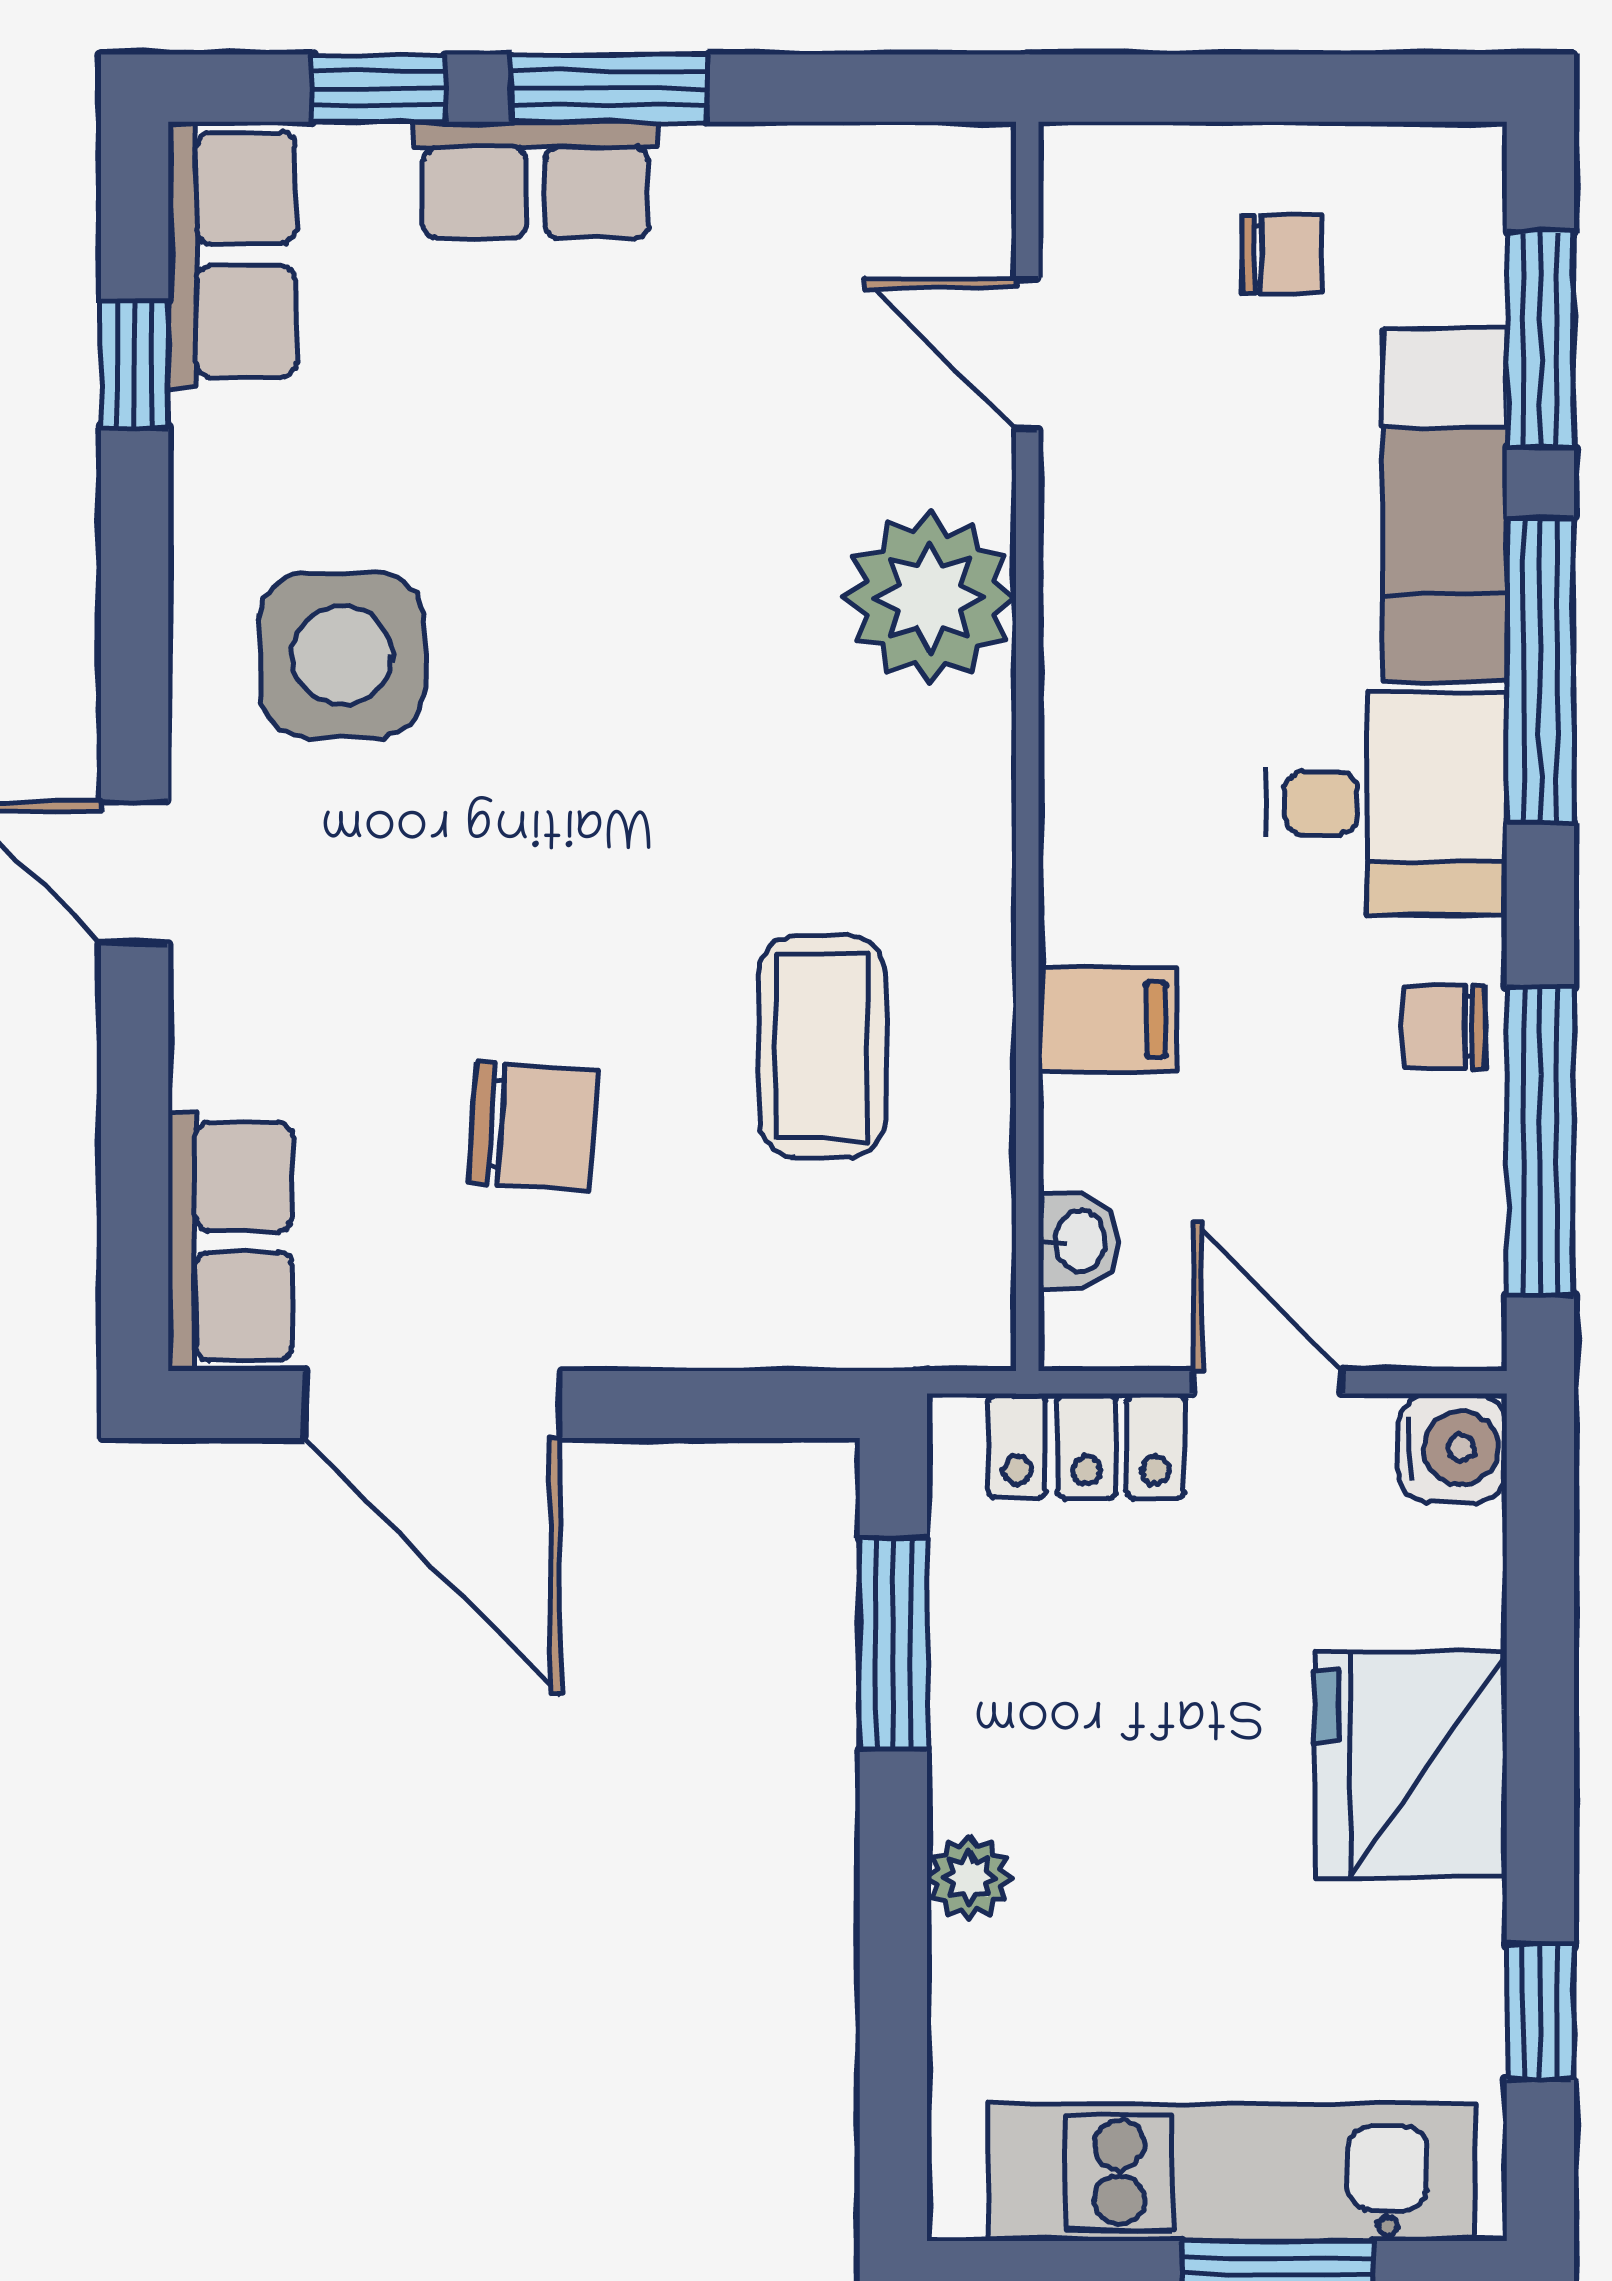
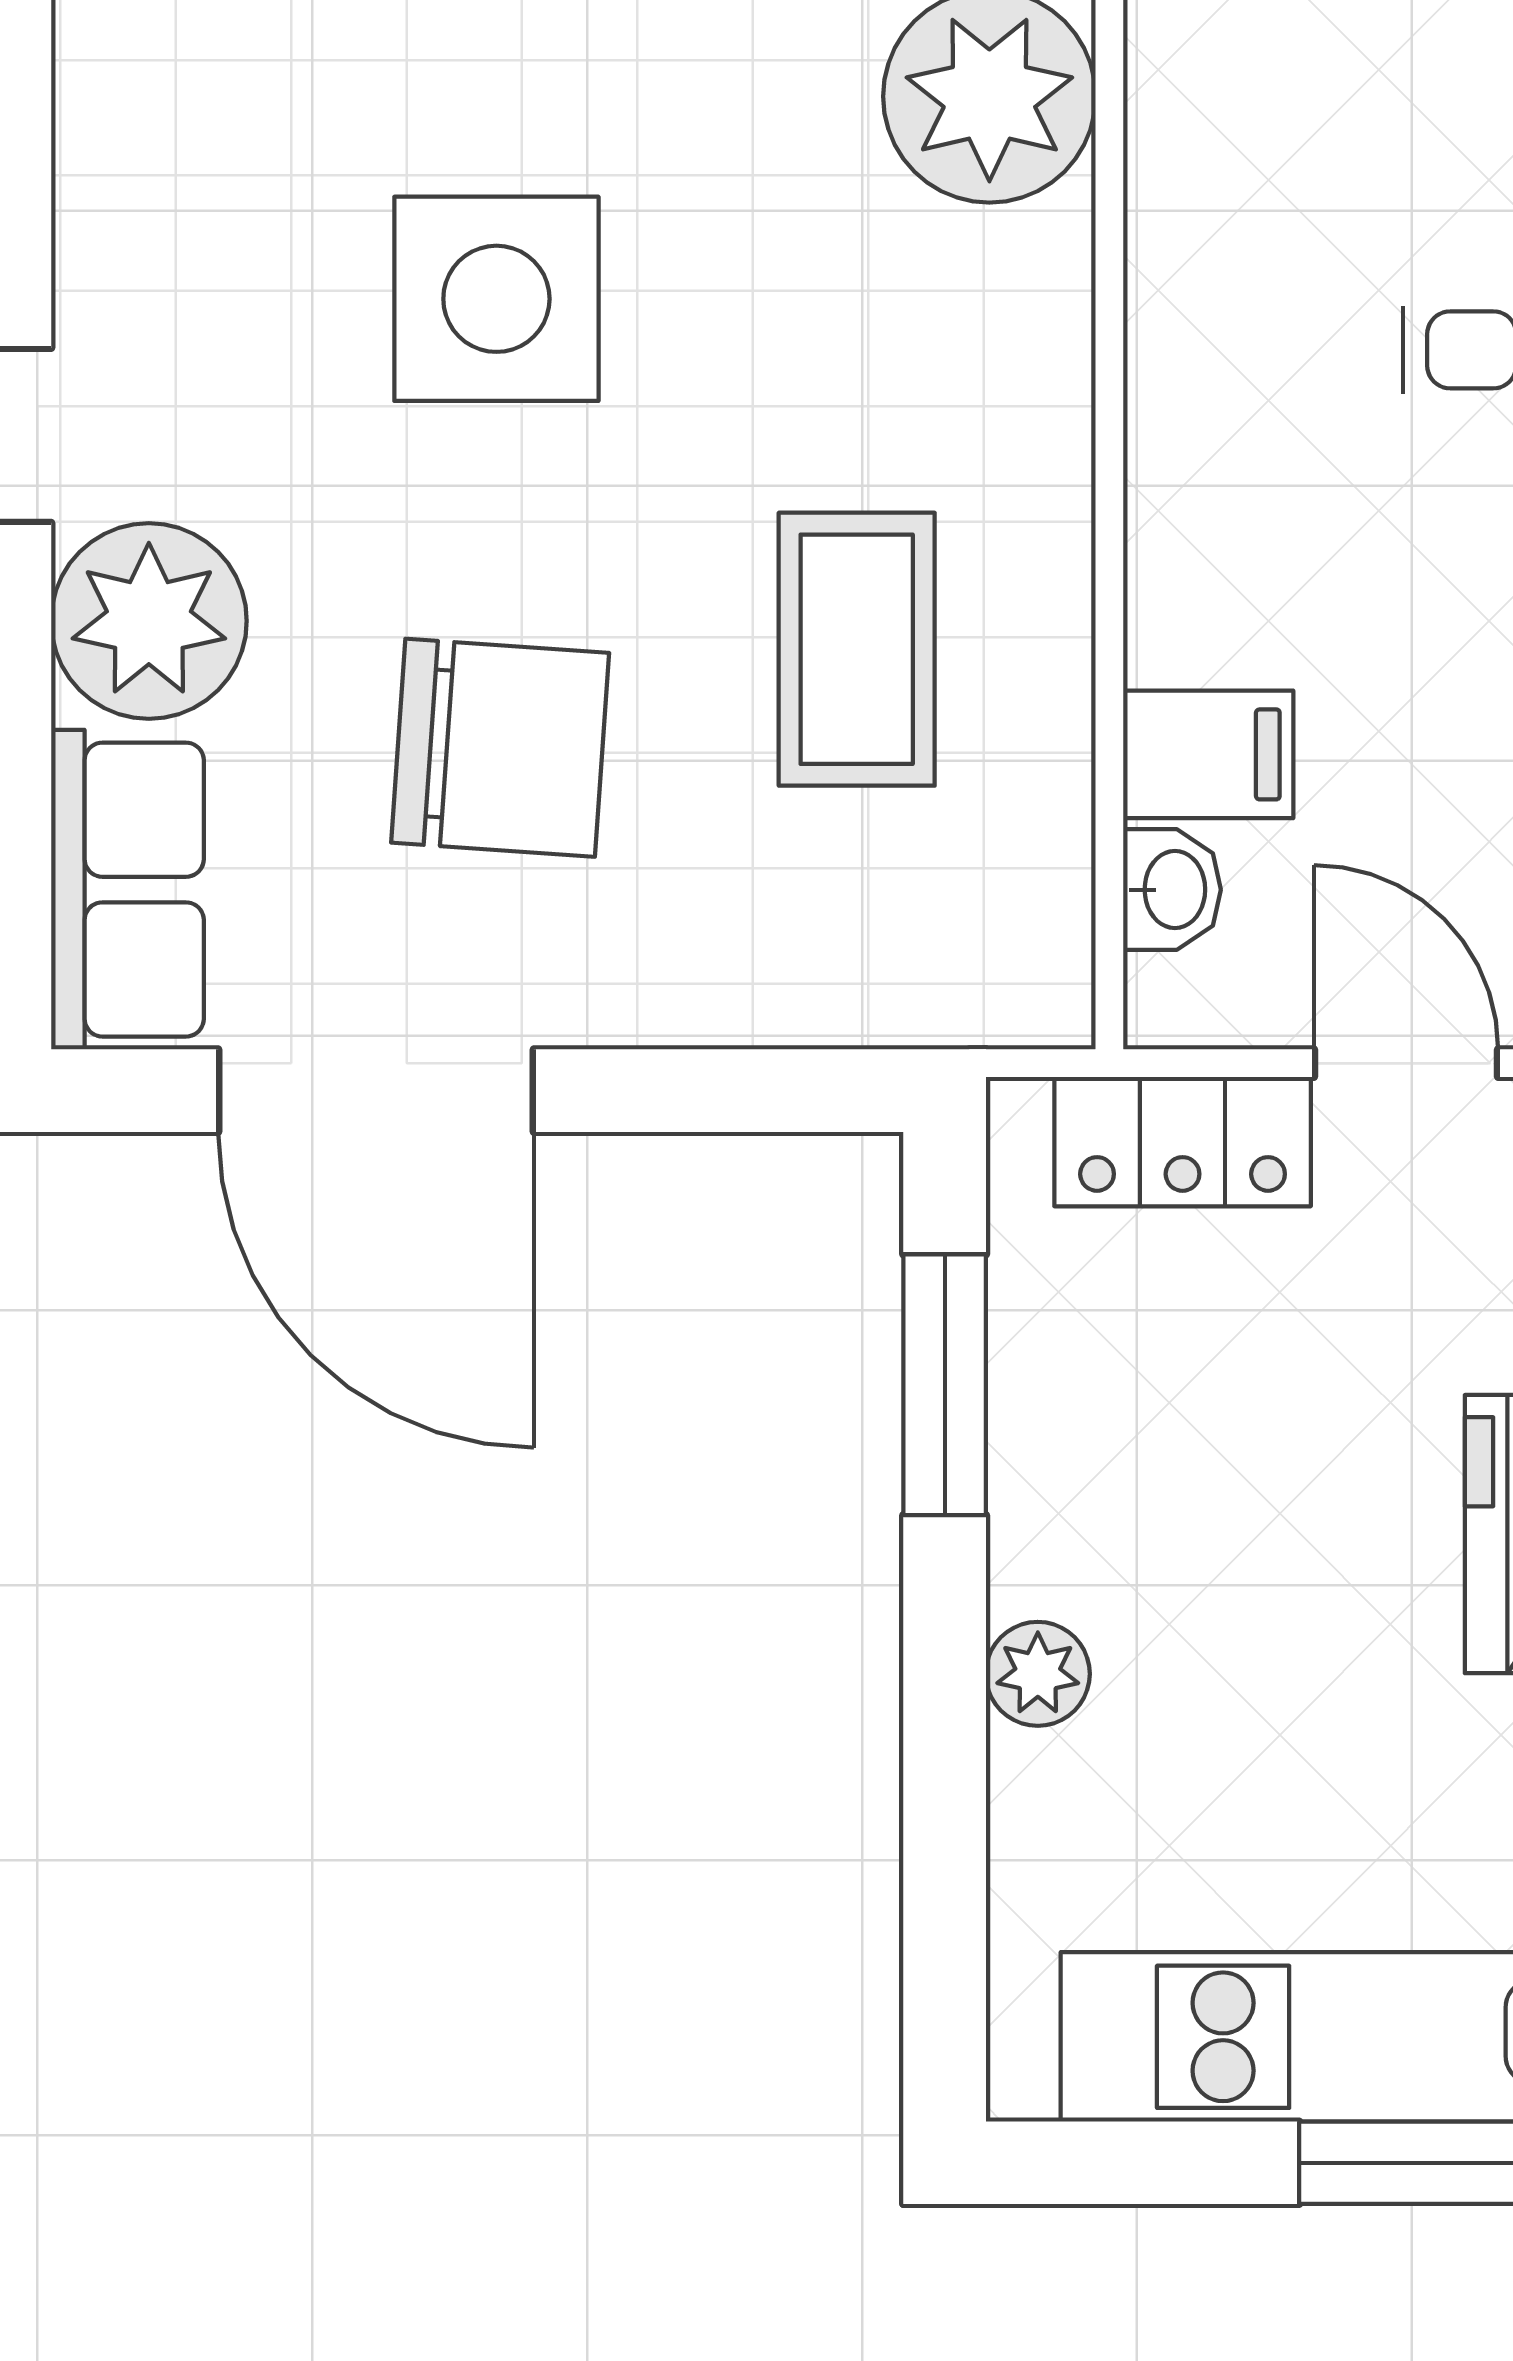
side table: (342, 655) -> (496, 299), moved
filing cabinet: (1107, 1020) -> (1208, 754), moved
plant: (248, 1023) -> (149, 621), added
chair: (533, 1126) -> (500, 748), width x1.37, depth x1.37

